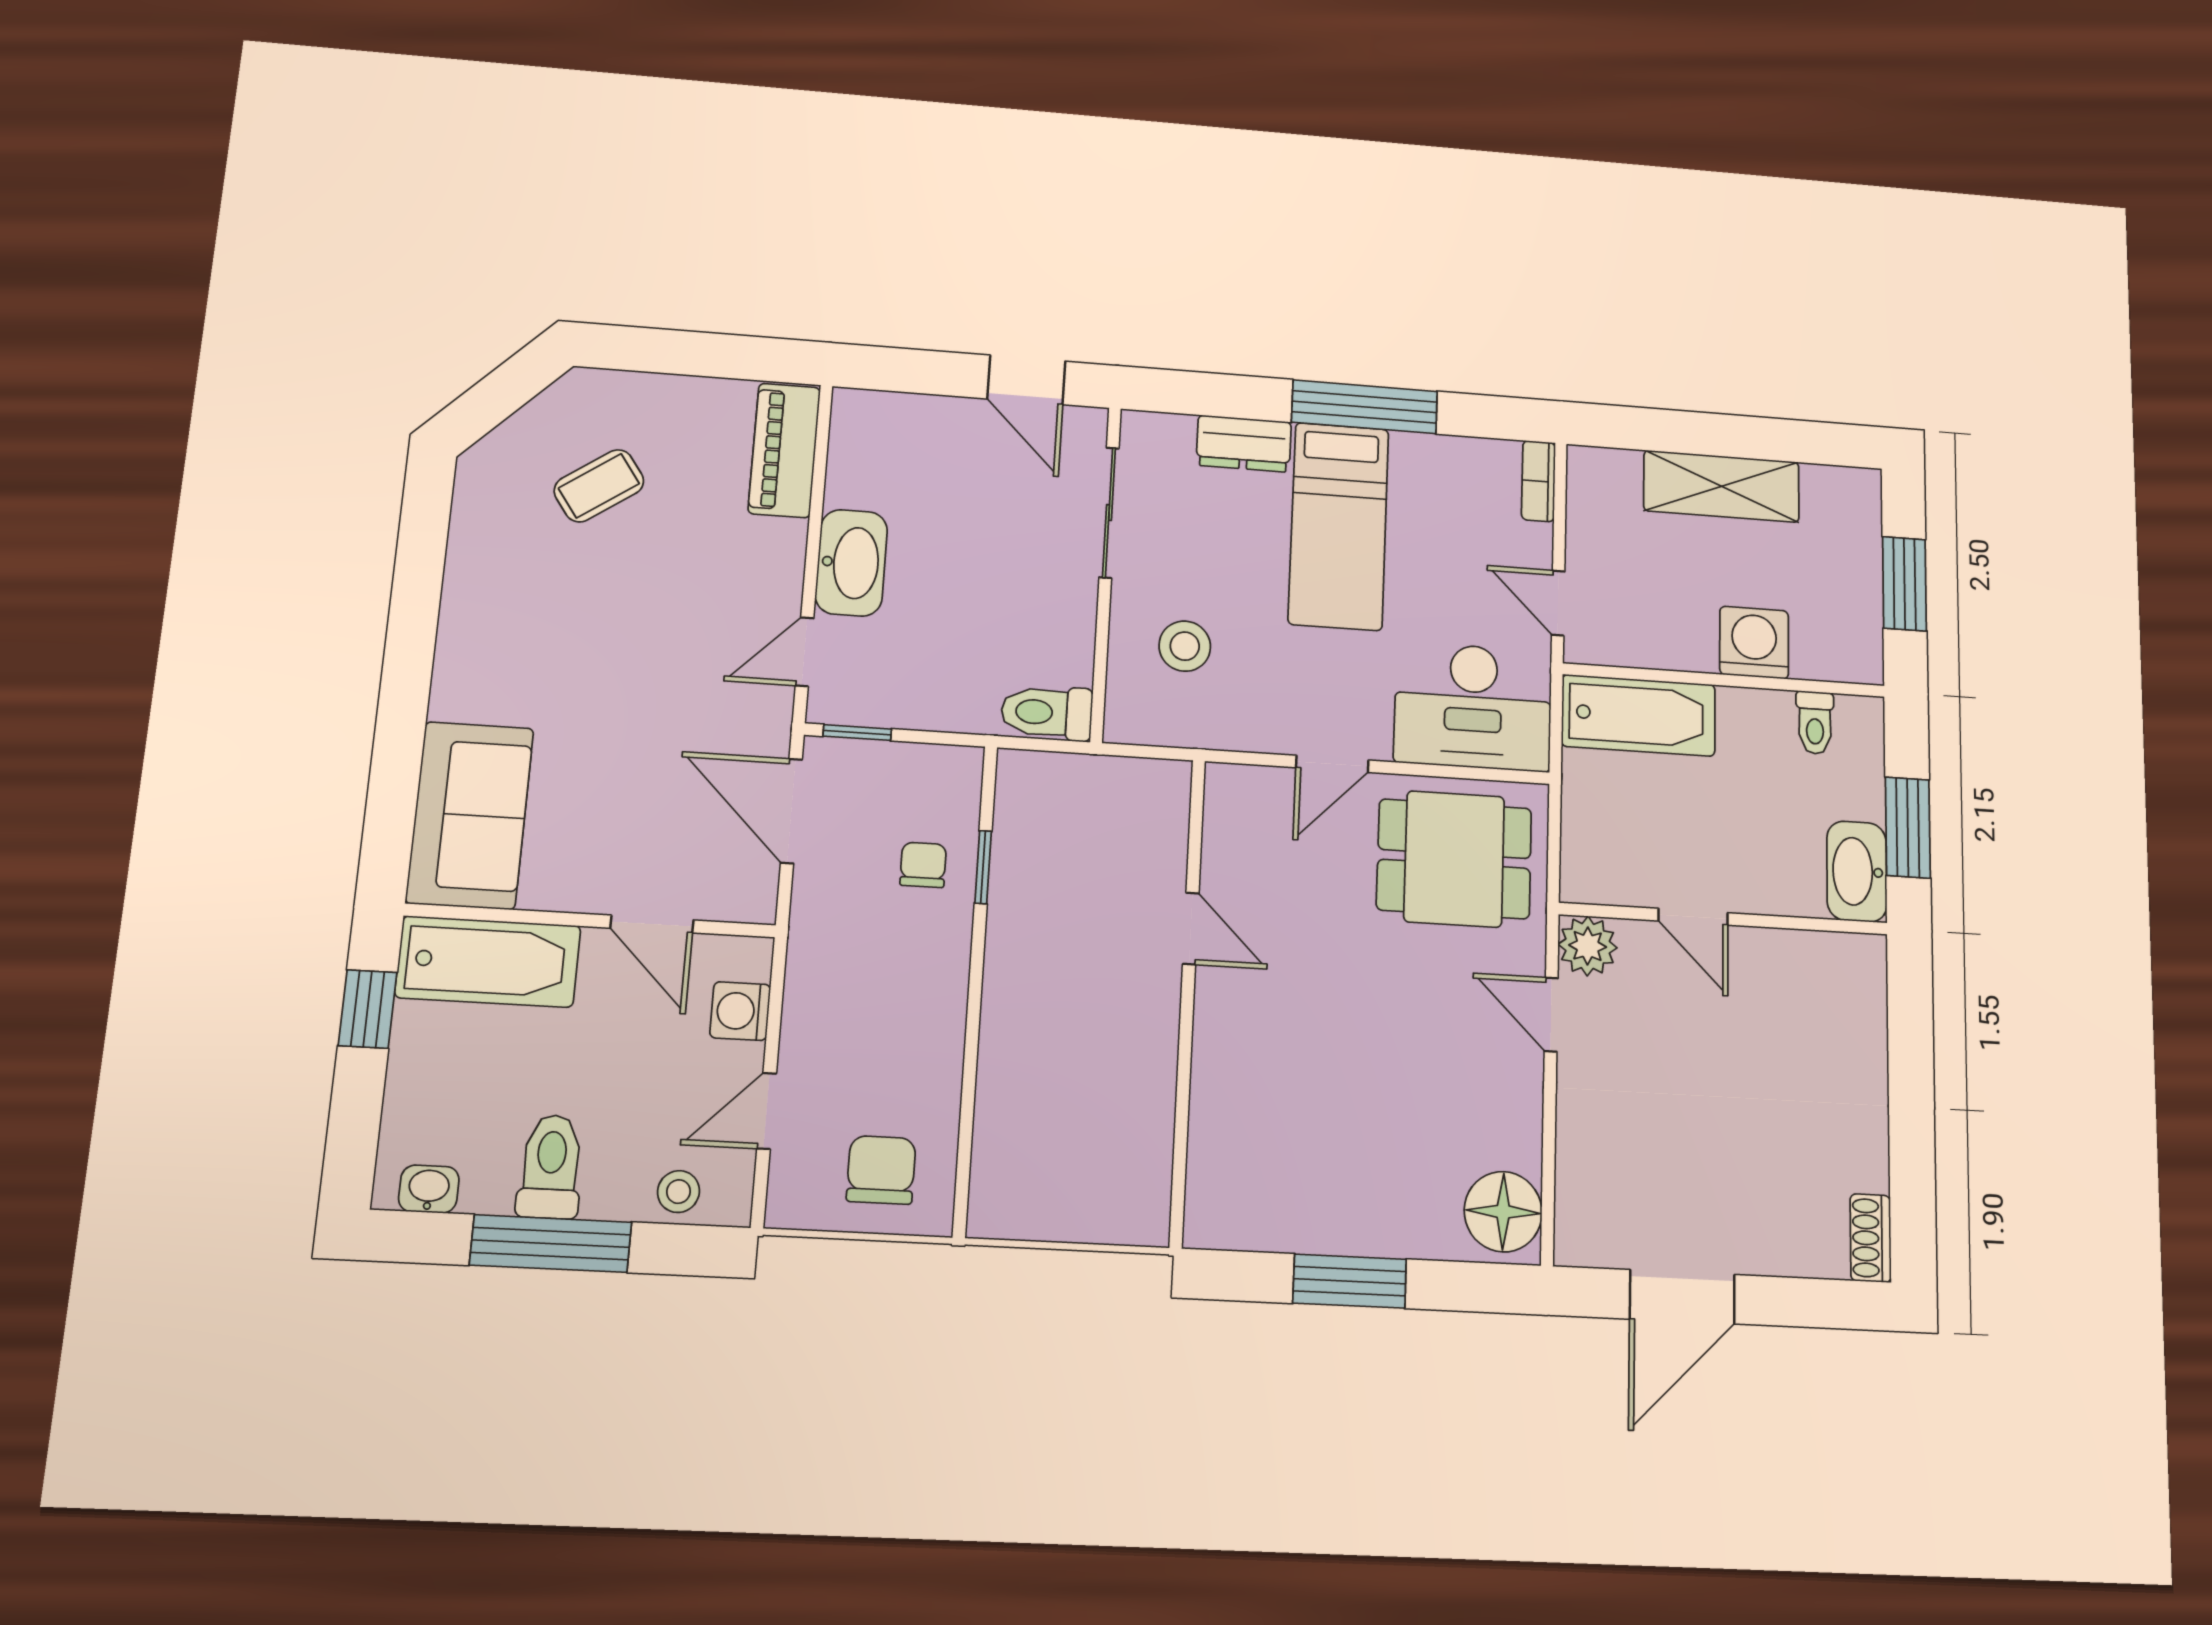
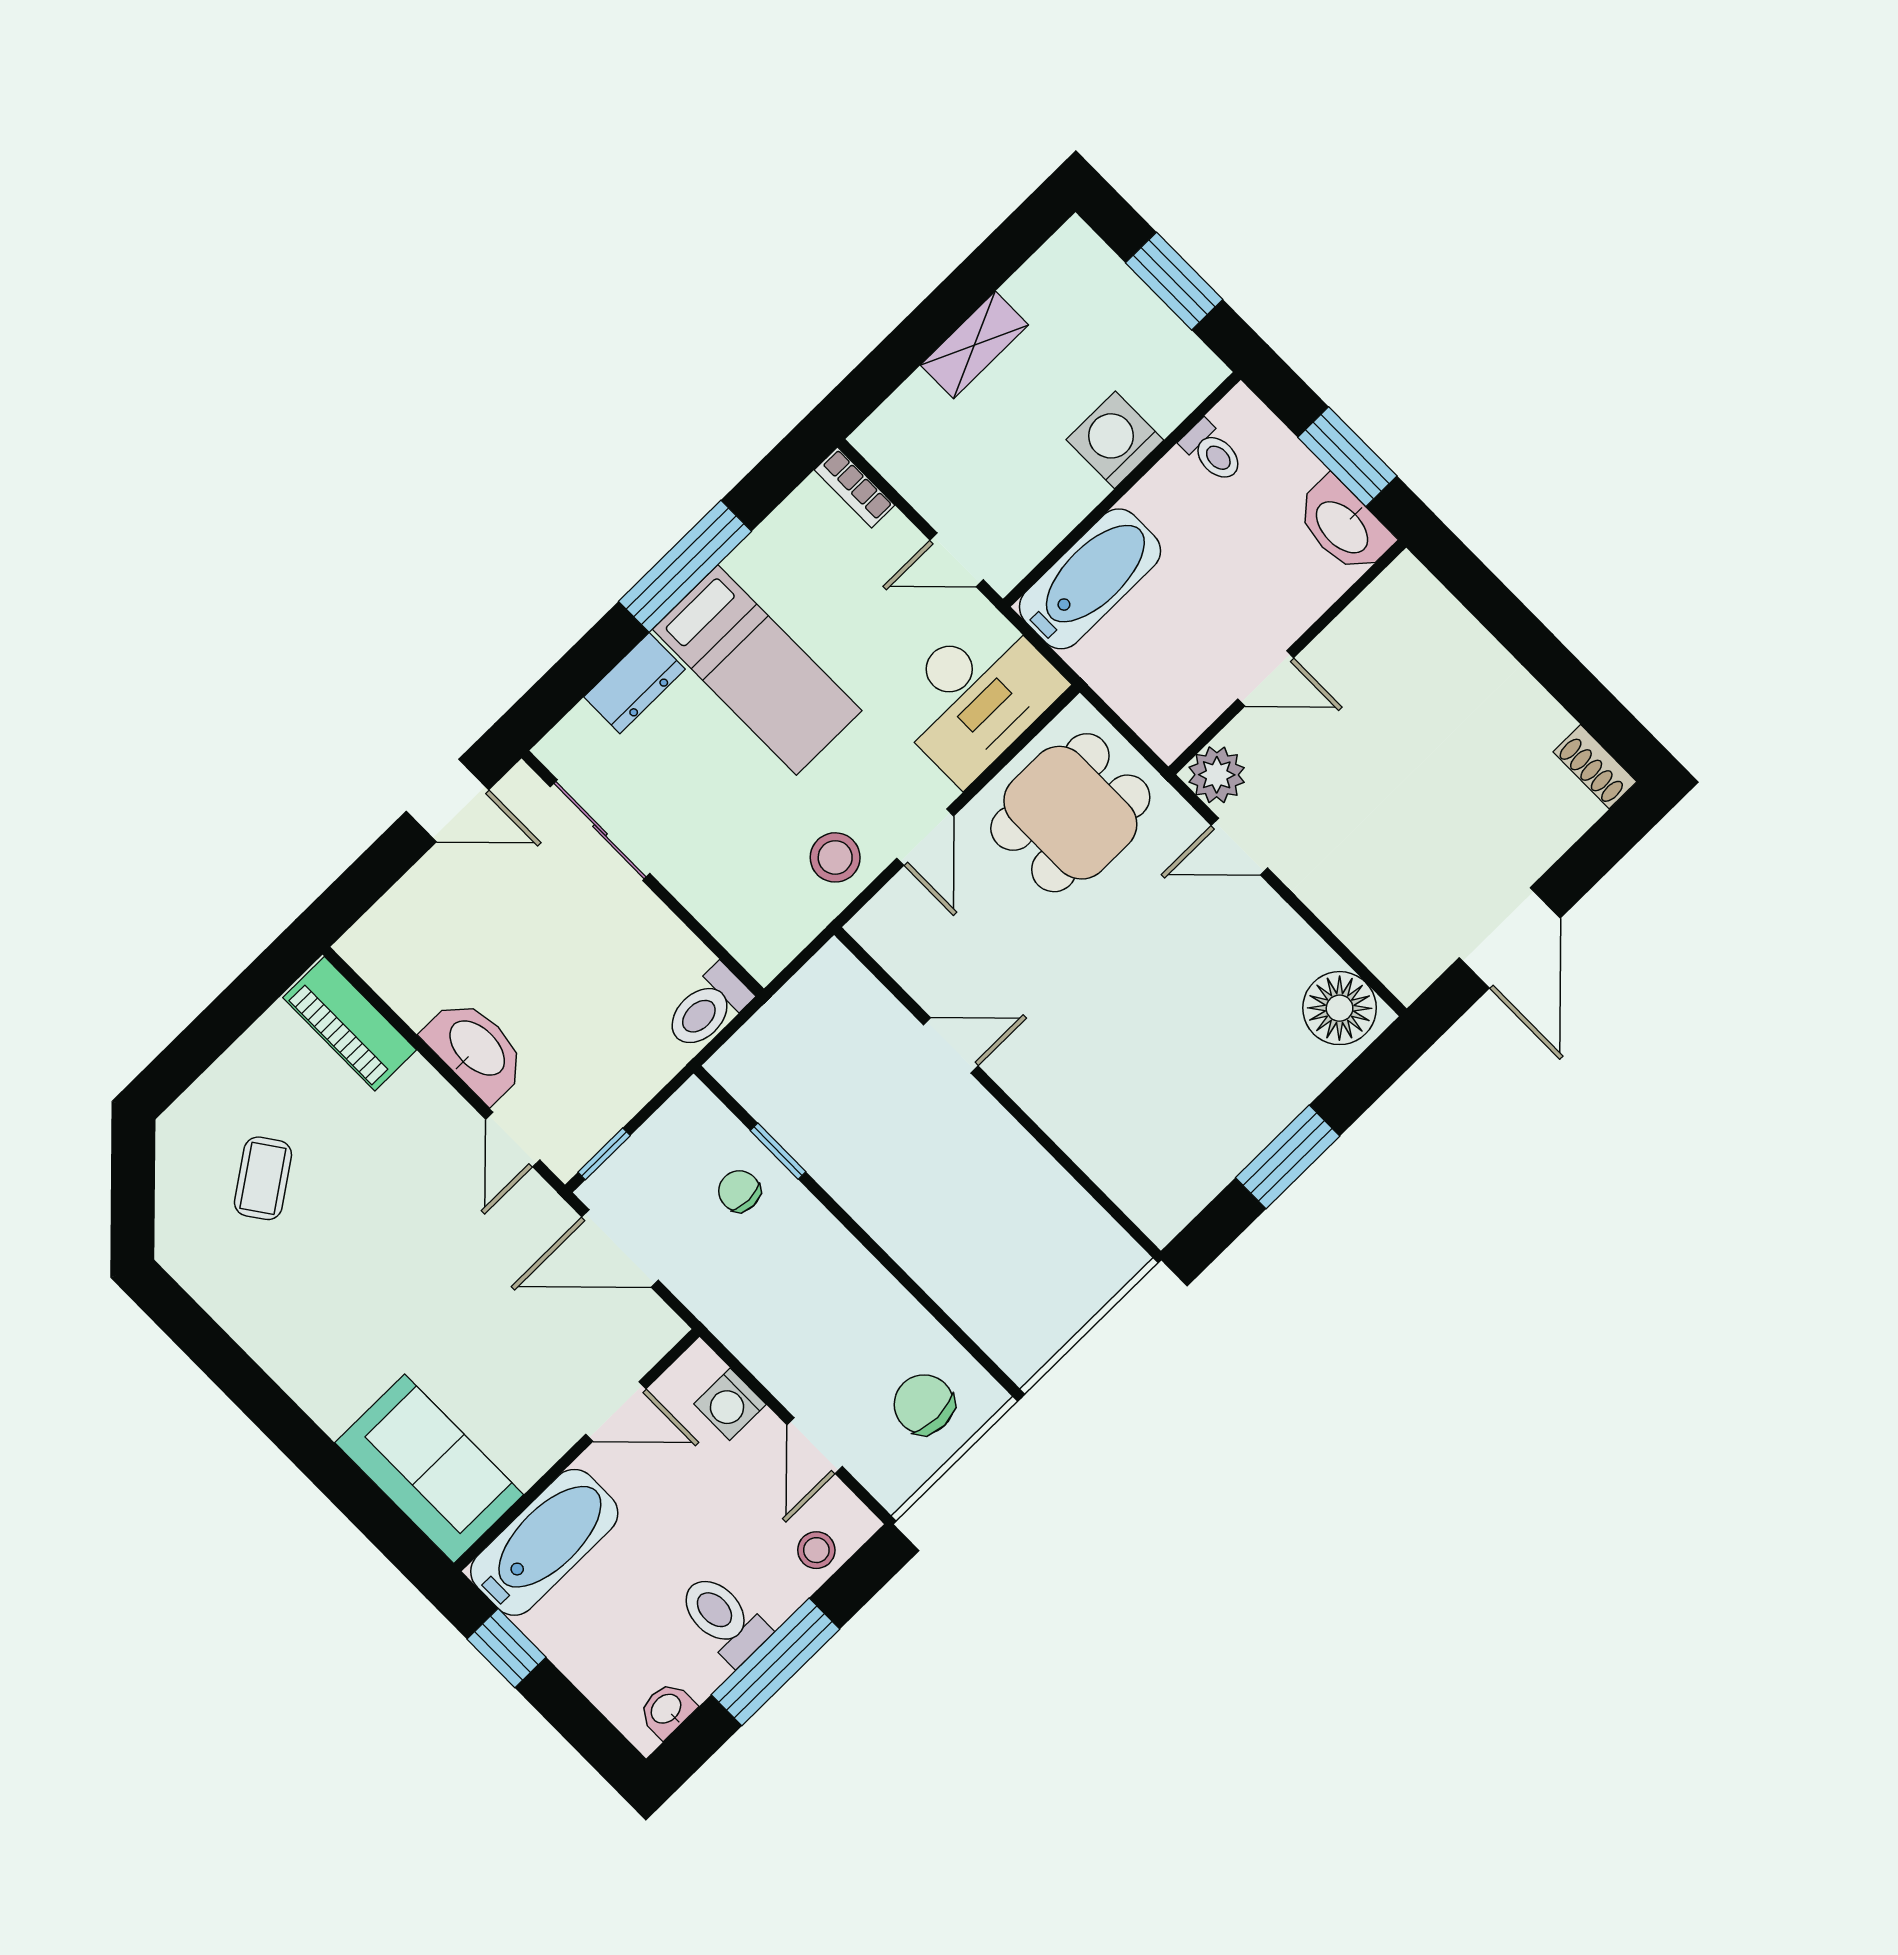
shelving: (1721, 486) -> (974, 345), width x0.67, depth x0.75
stool: (1185, 646) -> (835, 857), moved

